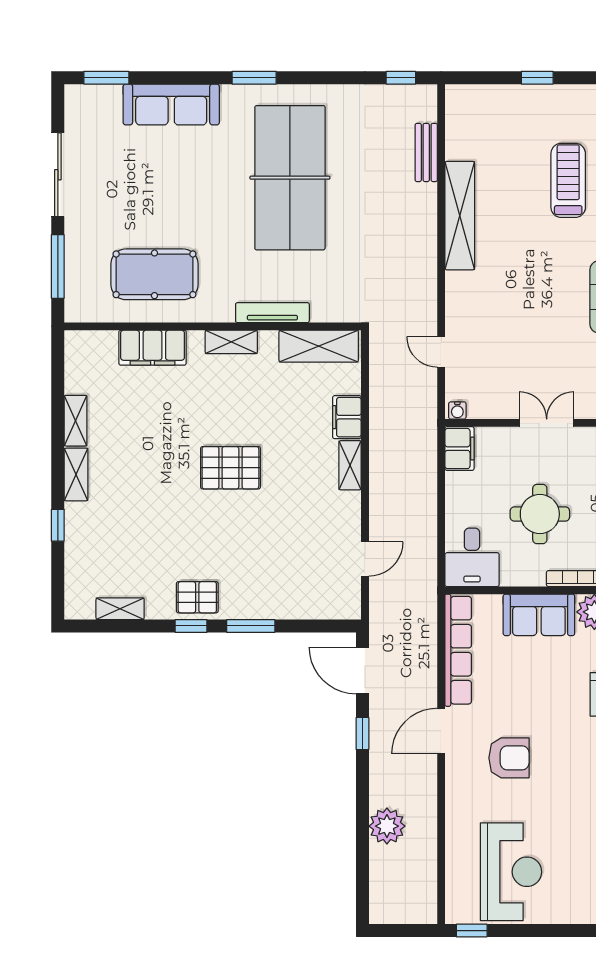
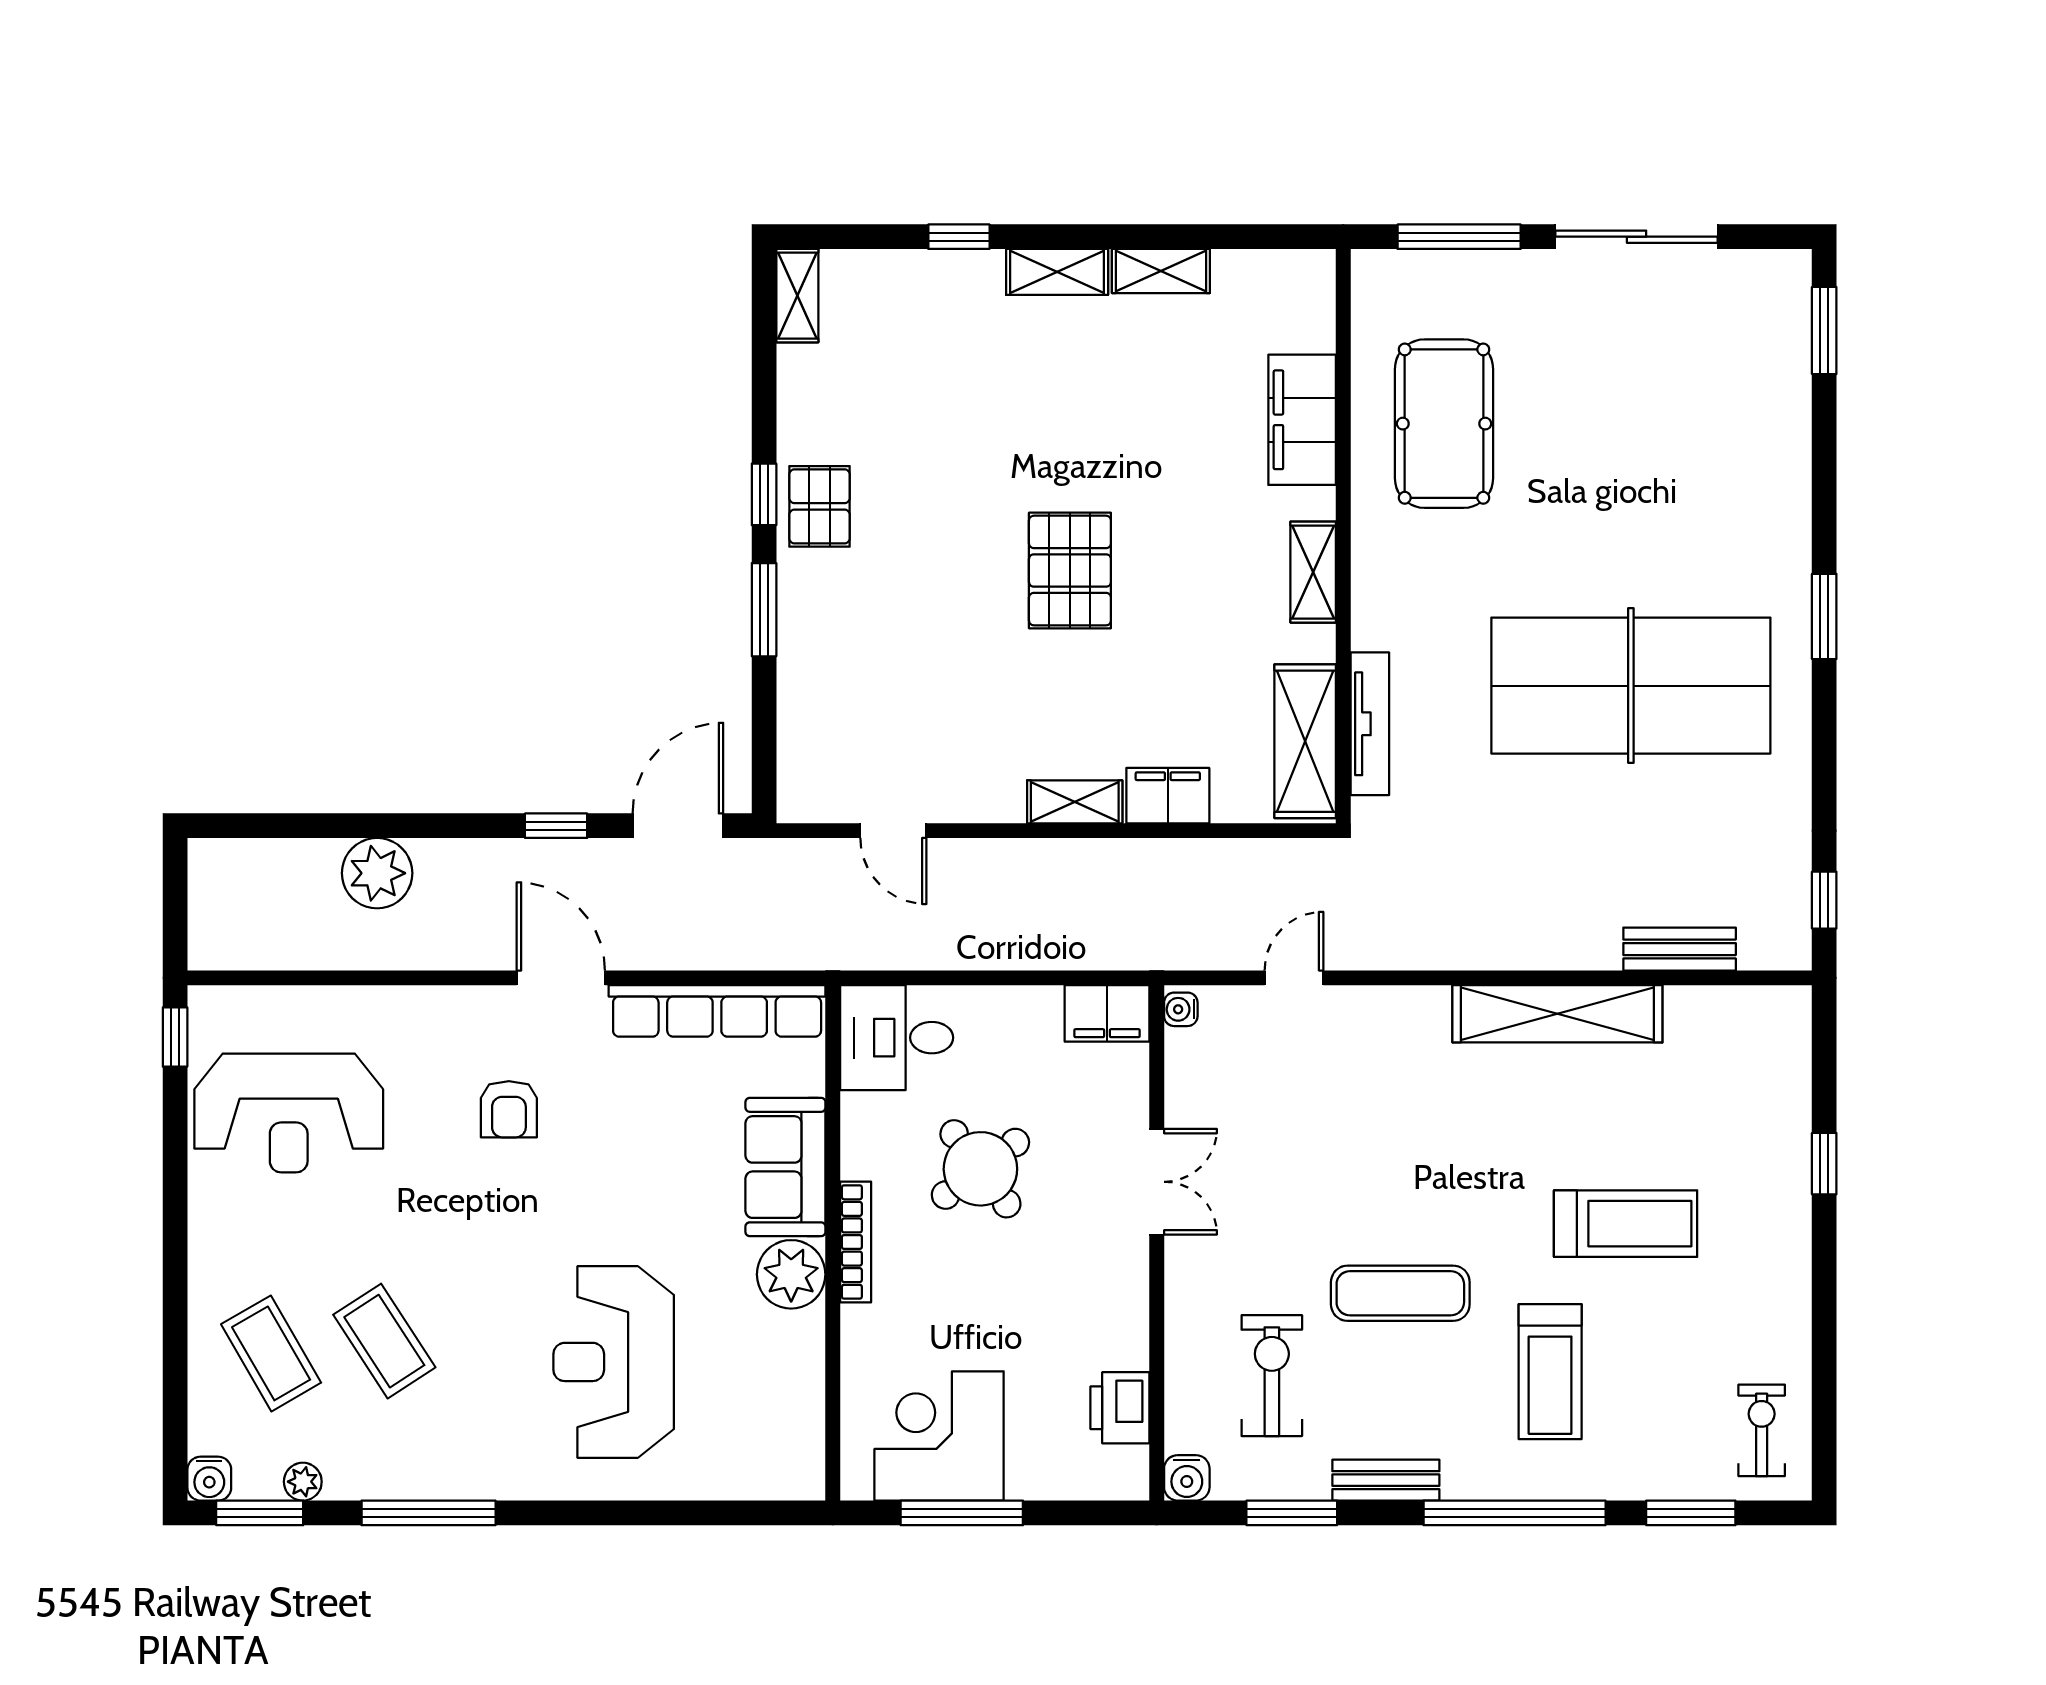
sofa: (171, 105) -> (1772, 456), removed
tv unit: (272, 313) -> (1370, 724), moved
round table: (540, 514) -> (980, 1169), turned -37
shelving: (120, 609) -> (797, 296), moved
armchair: (509, 758) -> (509, 1109), width x0.72, depth x0.72

